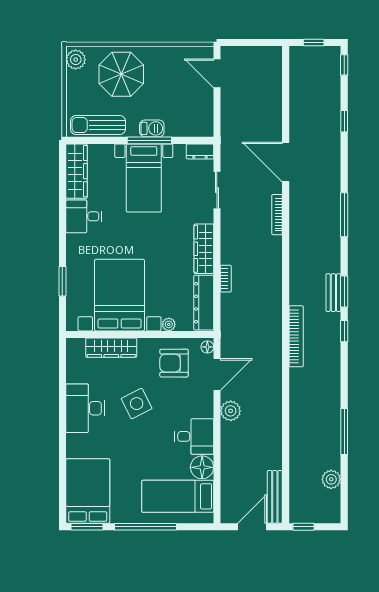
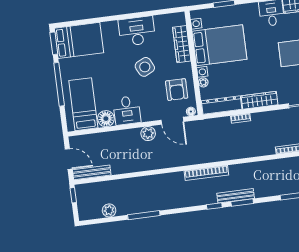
bench: (333, 293) -> (236, 196), width x1.36
armchair: (174, 363) -> (177, 90), turned 180

